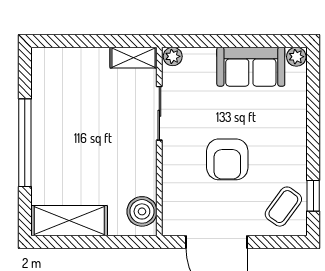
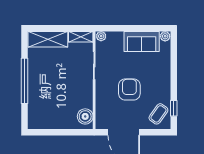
armchair: (227, 159) -> (129, 89), turned 180
shelving: (69, 221) -> (48, 39), moved

